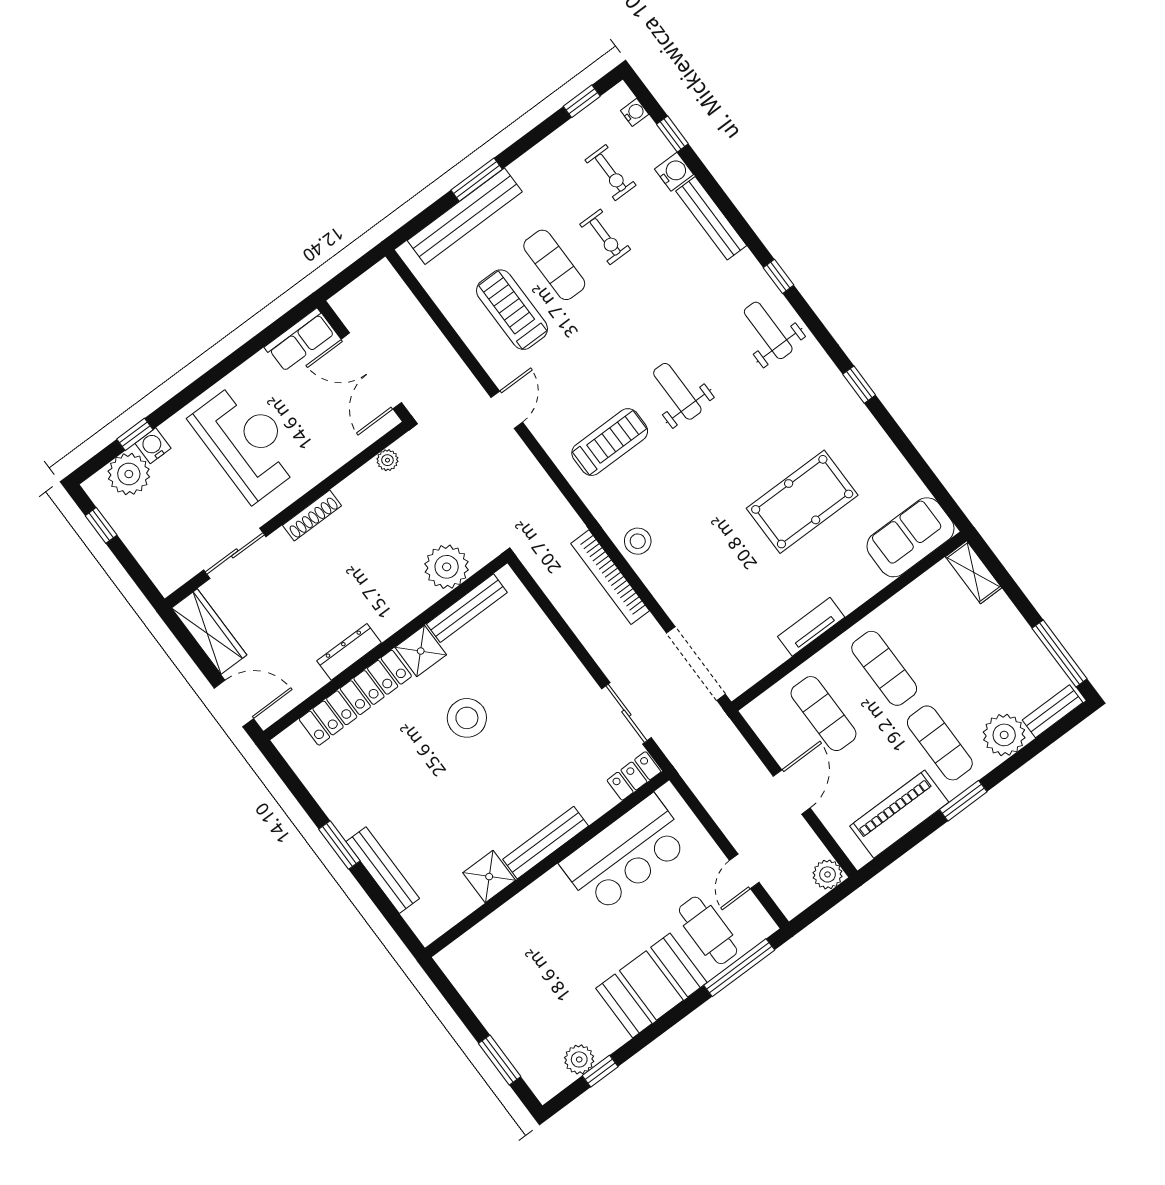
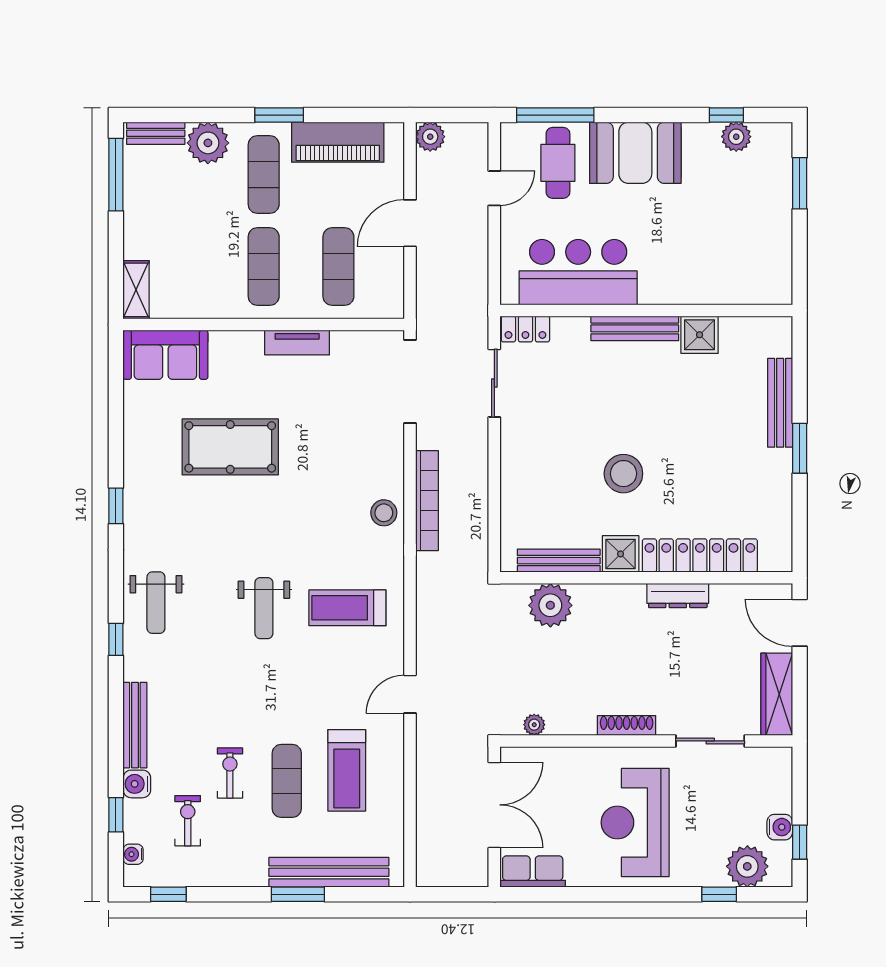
water cooler: (153, 446) -> (780, 827), moved, turned -90

